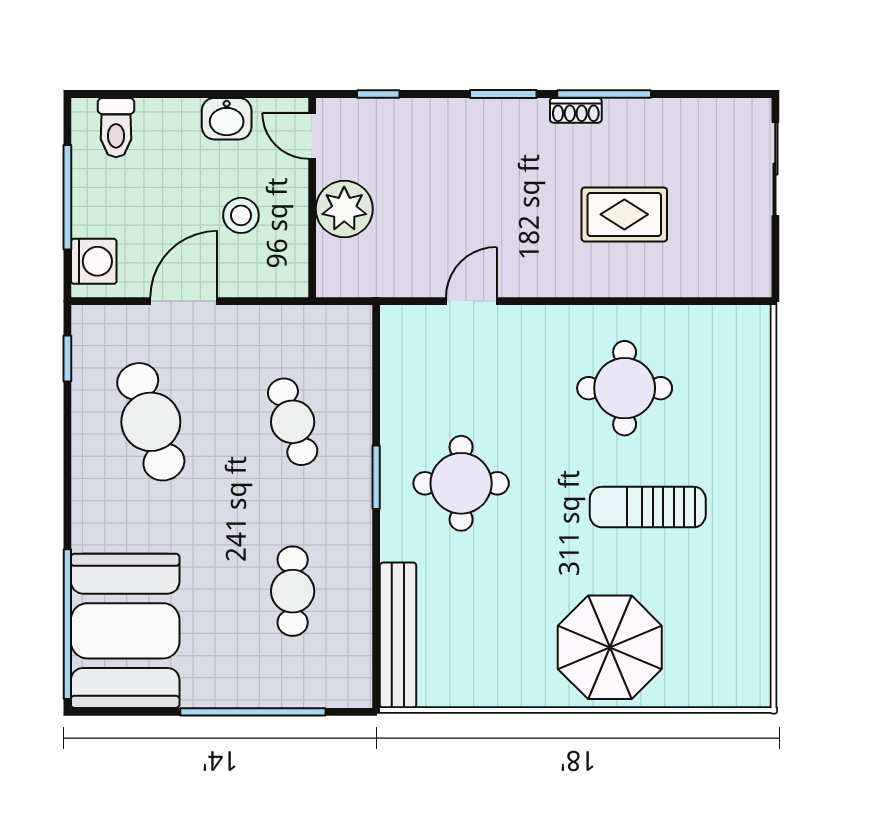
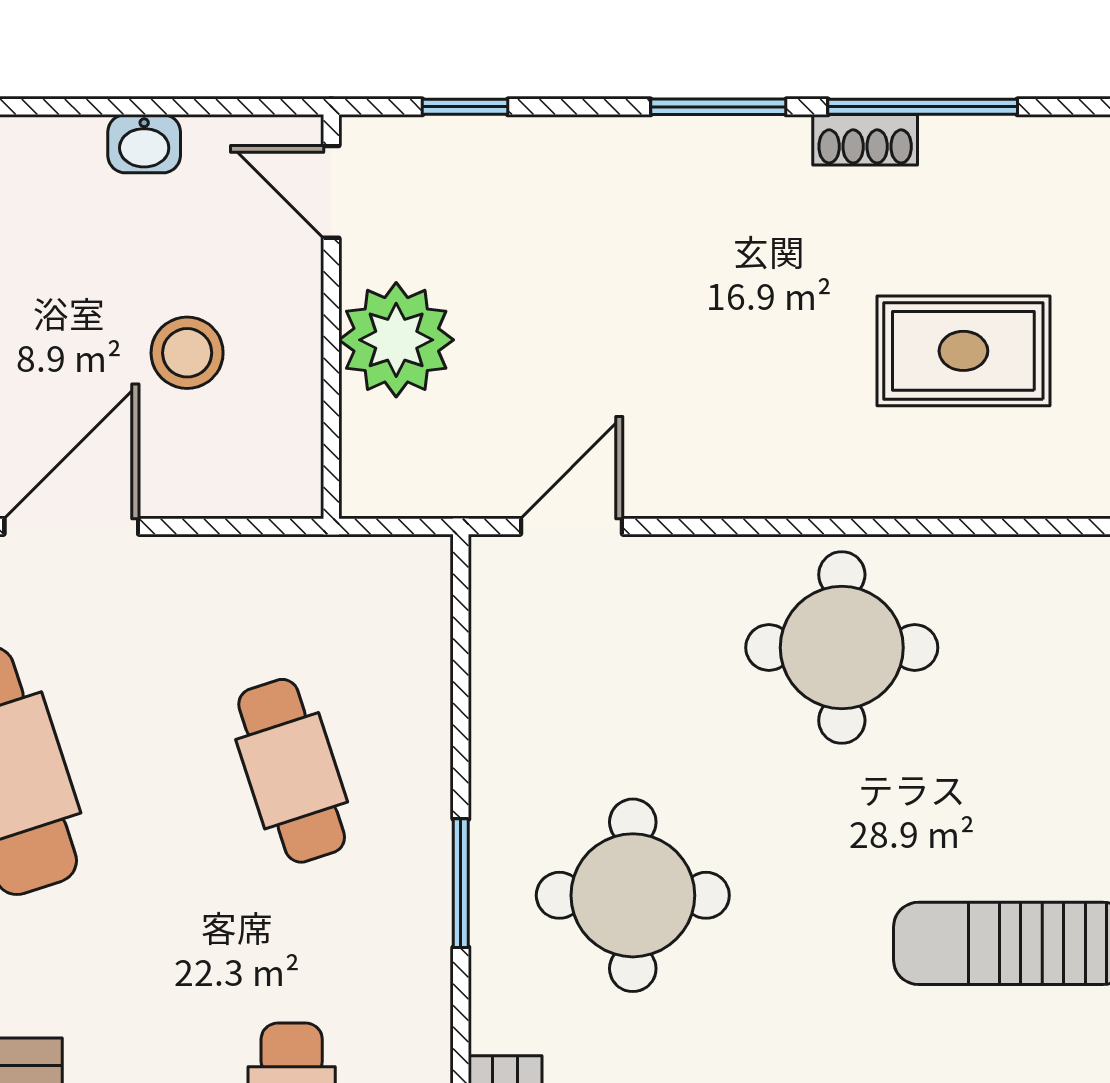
washbasin: (227, 119) -> (144, 144), width x0.72, depth x0.69
door: (471, 301) -> (571, 526), moved
round table: (625, 388) -> (842, 648), moved

